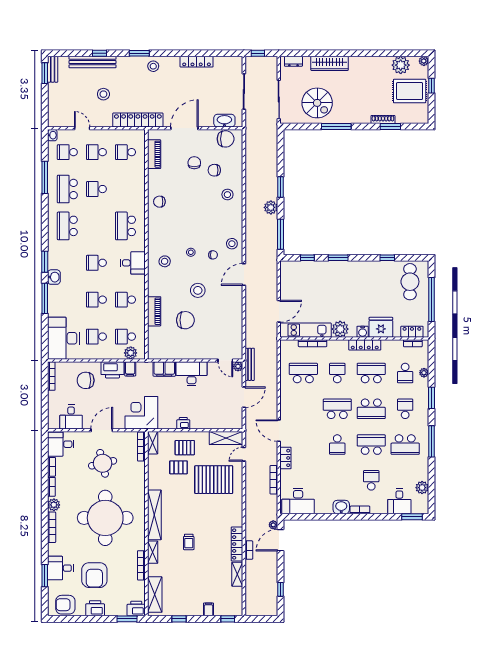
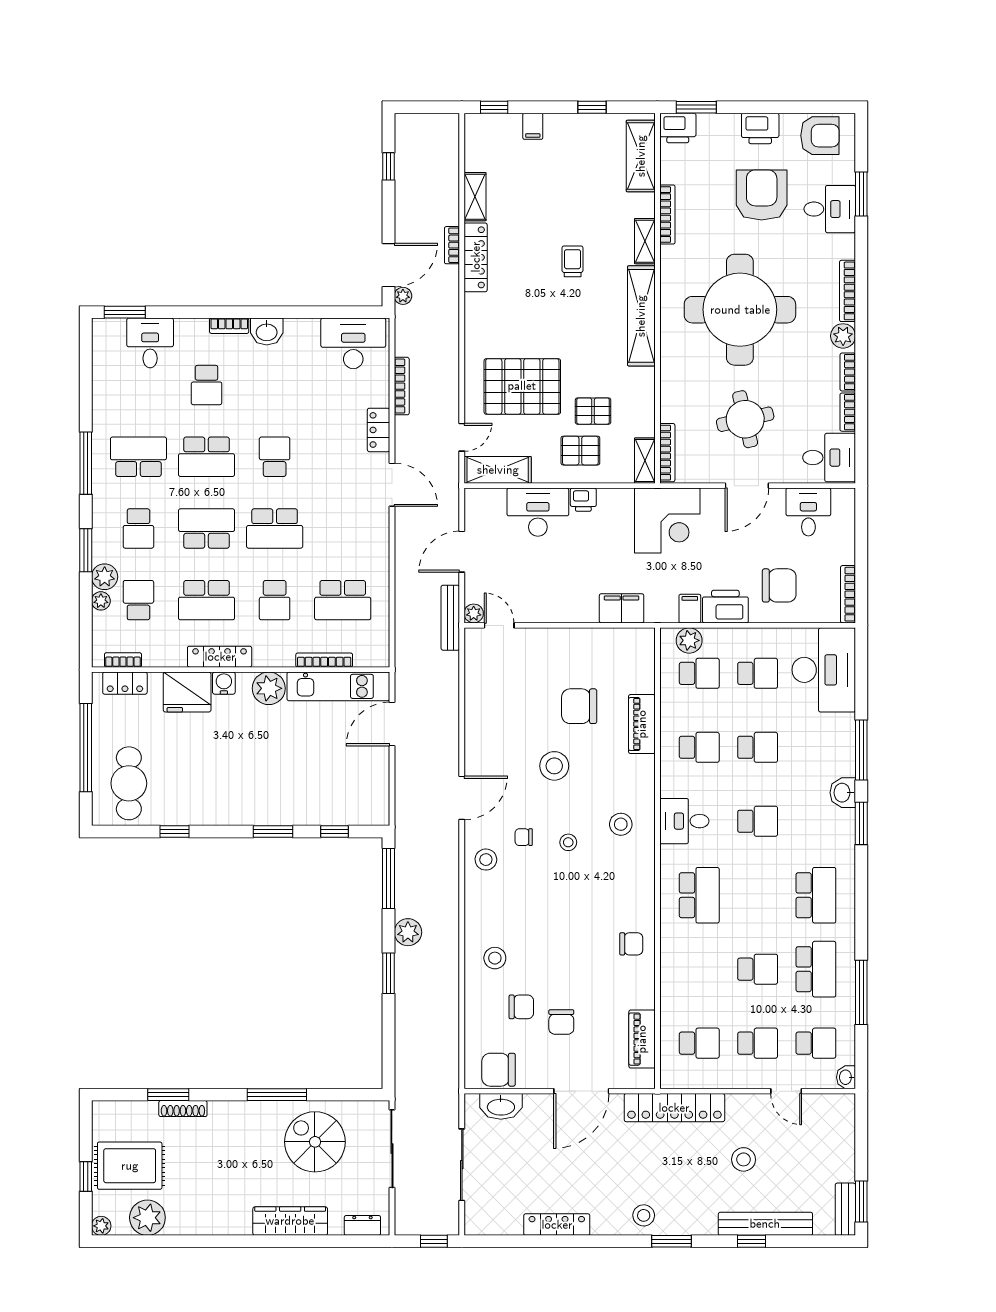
desk: (192, 374) -> (538, 512), moved, turned 180
plant: (422, 488) -> (105, 577), moved

